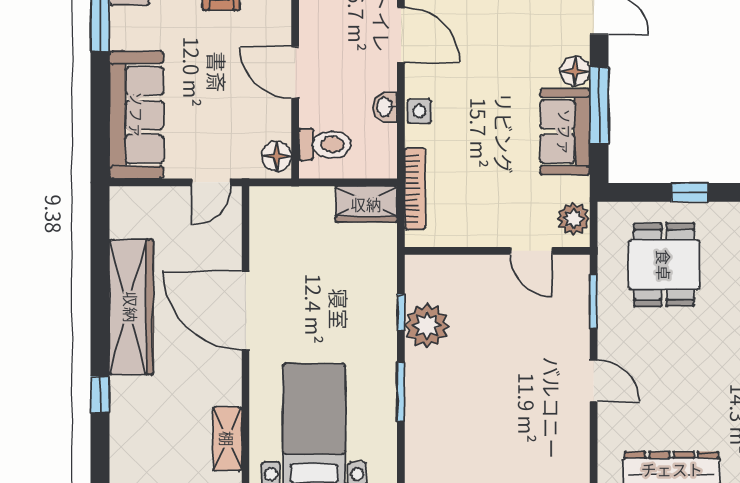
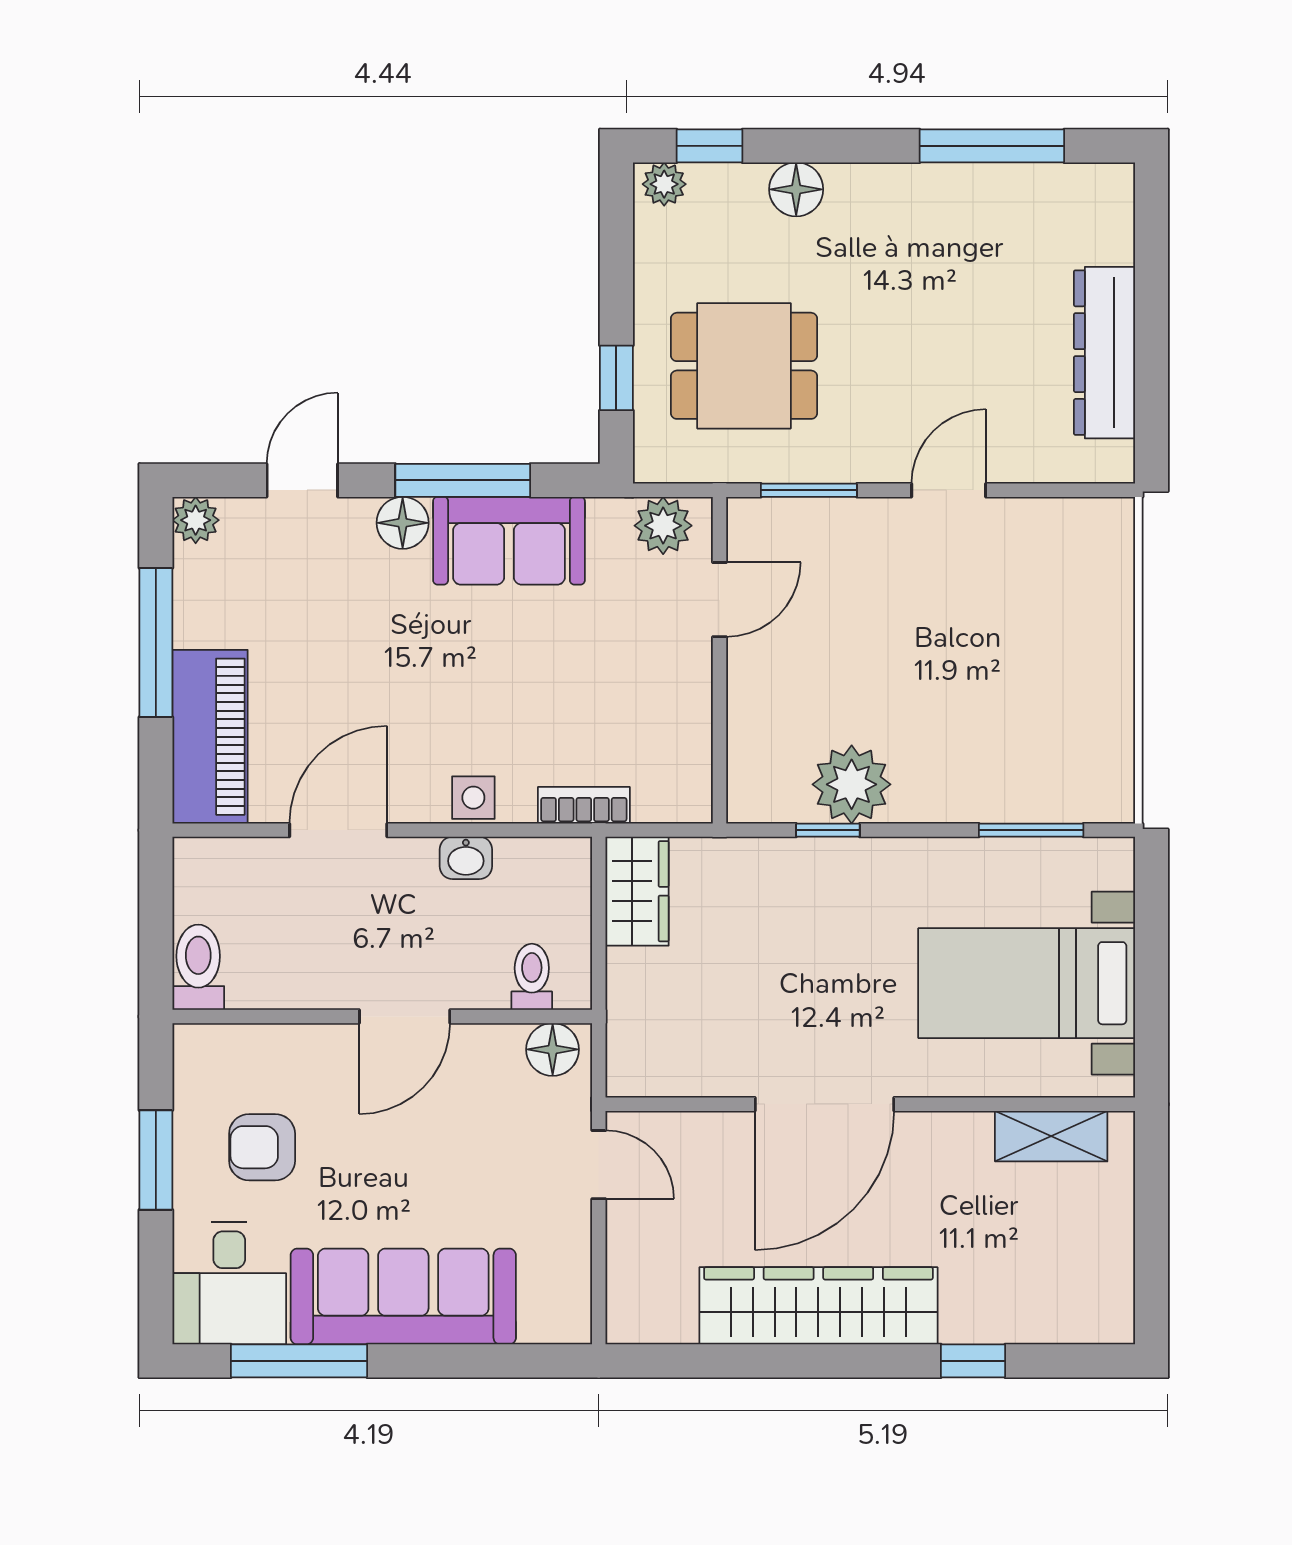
sofa: (137, 115) -> (403, 1296), moved
toilet: (325, 144) -> (532, 977), width x0.73, depth x0.72
bookcase: (415, 189) -> (584, 805), width x0.64
window: (689, 192) -> (616, 378), moved
window: (401, 392) -> (1031, 830), moved

